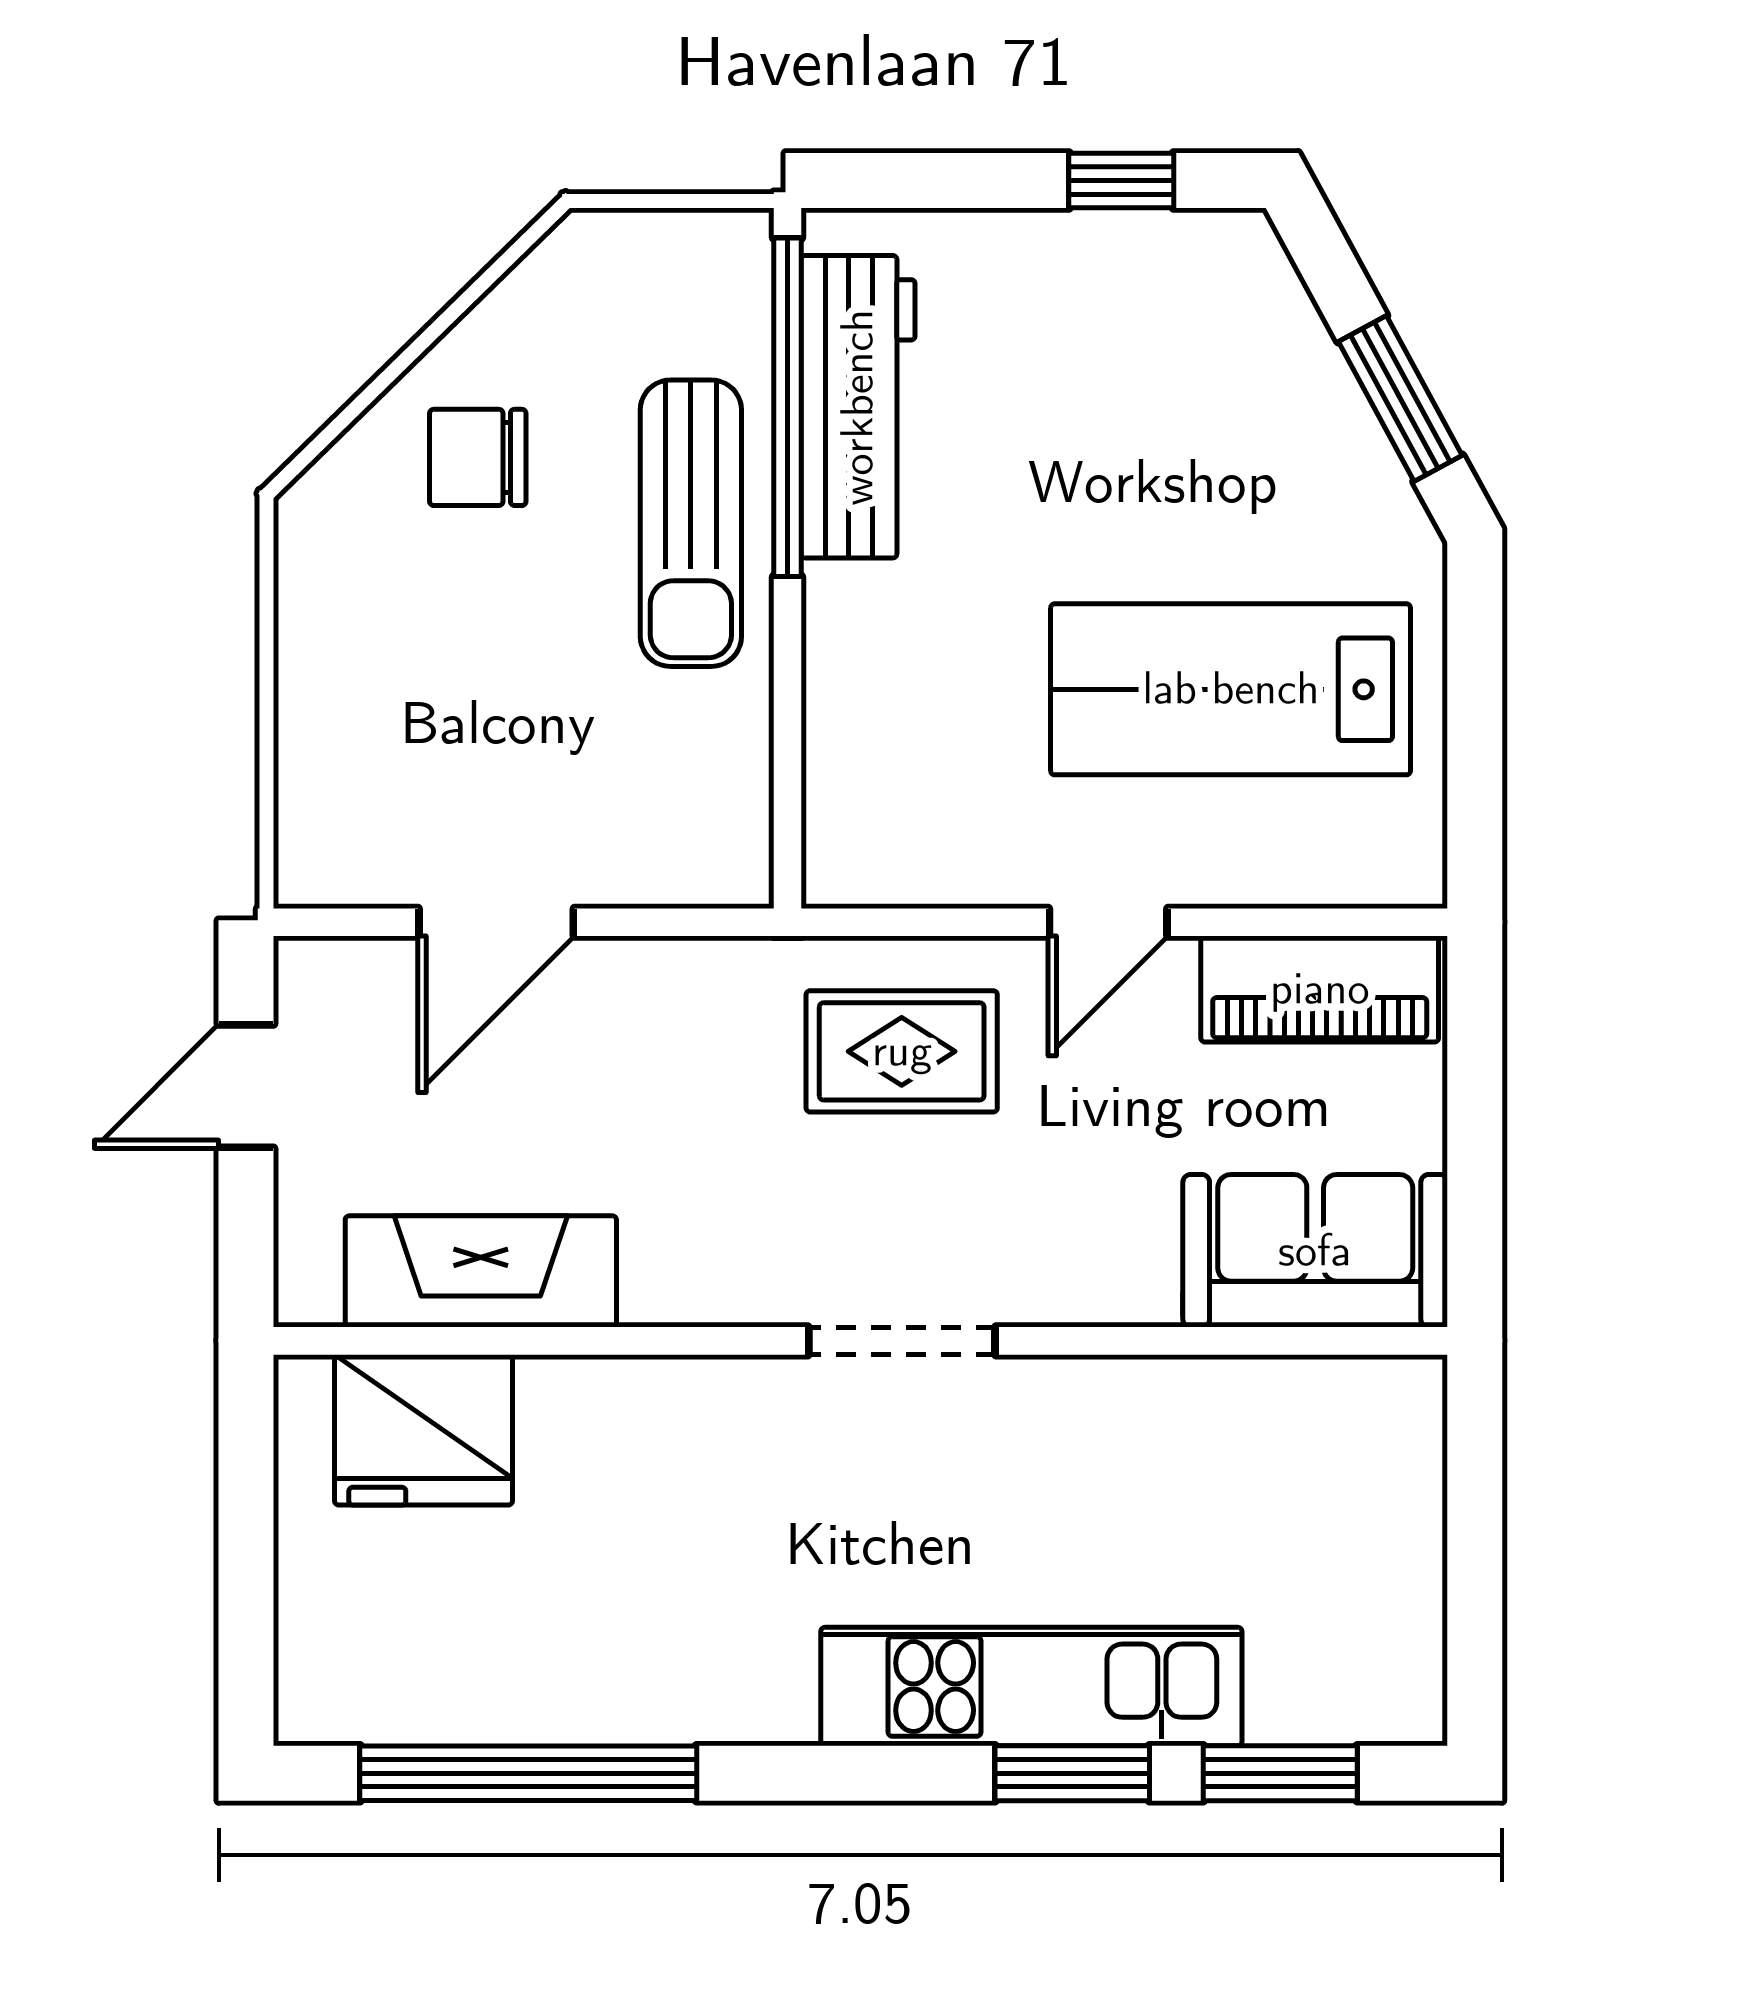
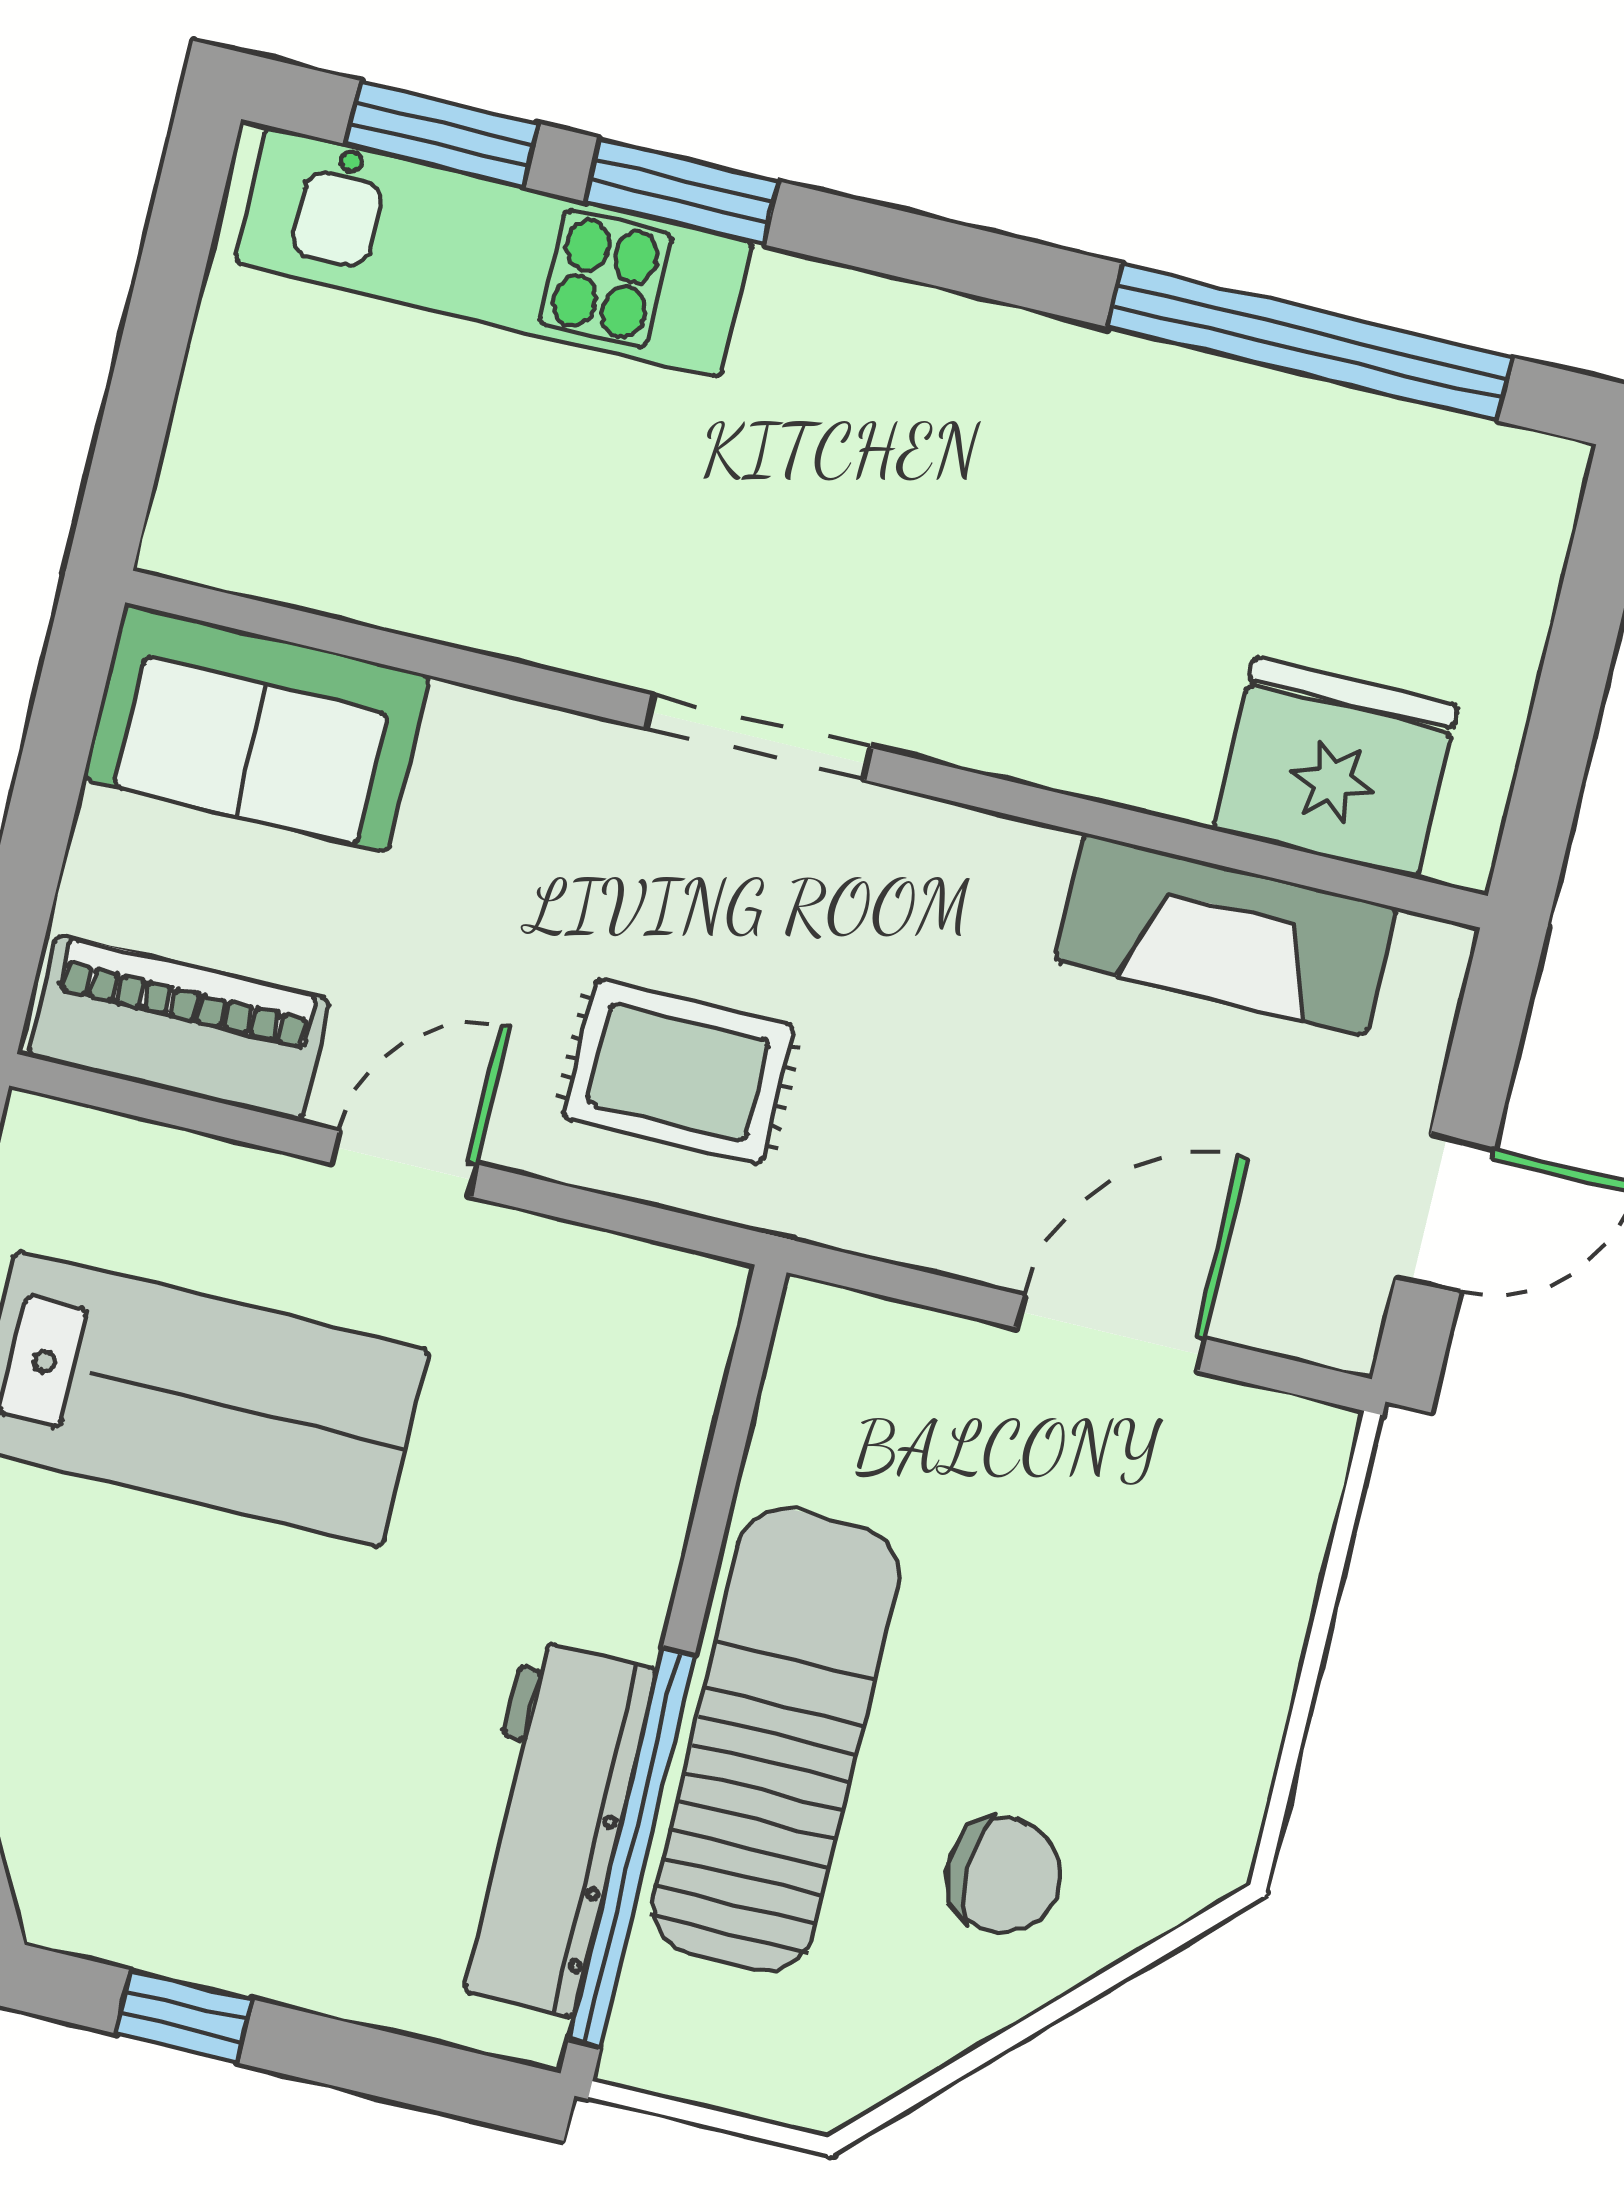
sun lounger: (691, 523) -> (776, 1740), width x1.36, depth x1.34
kitchen unit: (1031, 1687) -> (494, 252), moved

